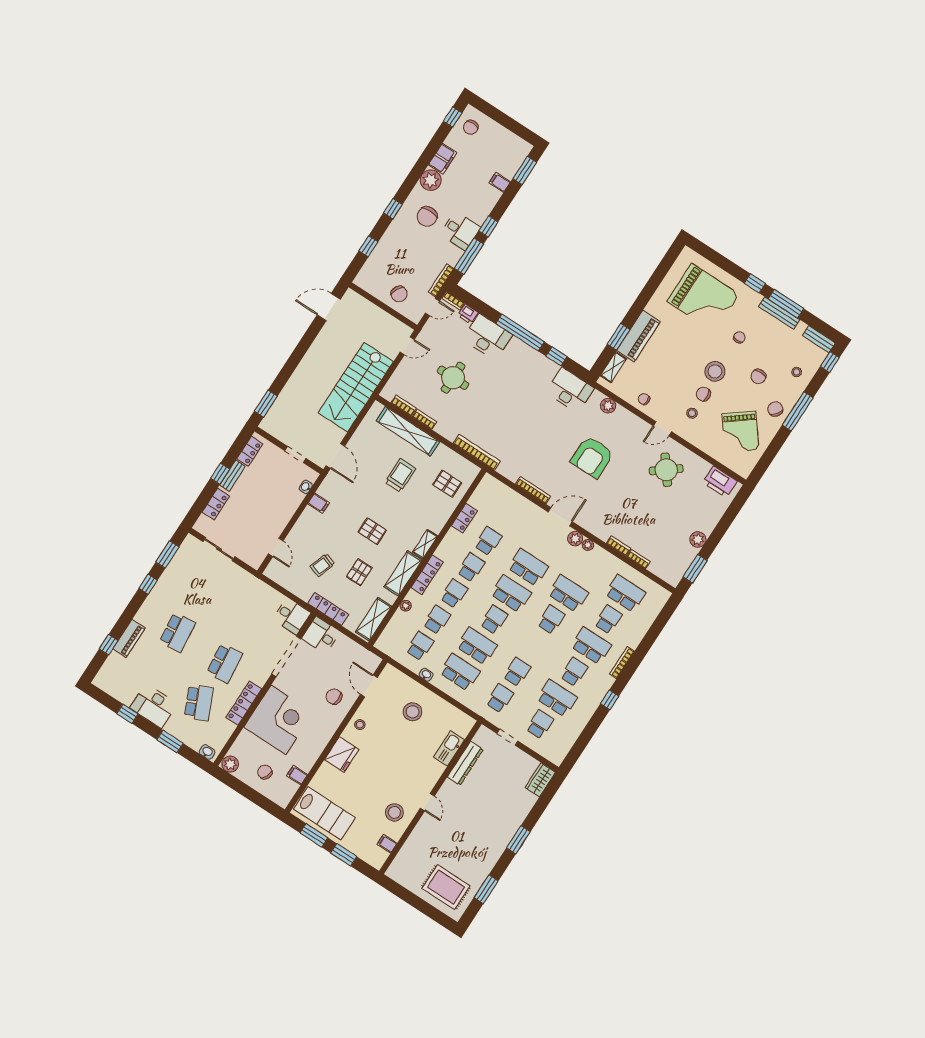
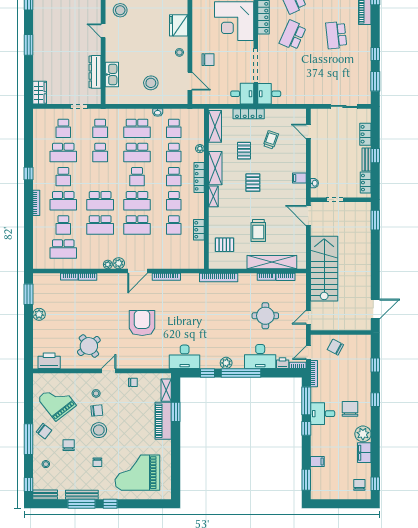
plant: (608, 406) -> (226, 363), moved
pallet: (372, 531) -> (253, 183), turned 90
school desk: (551, 620) -> (100, 201), width x1.85
school desk: (225, 663) -> (293, 35), turned 30

